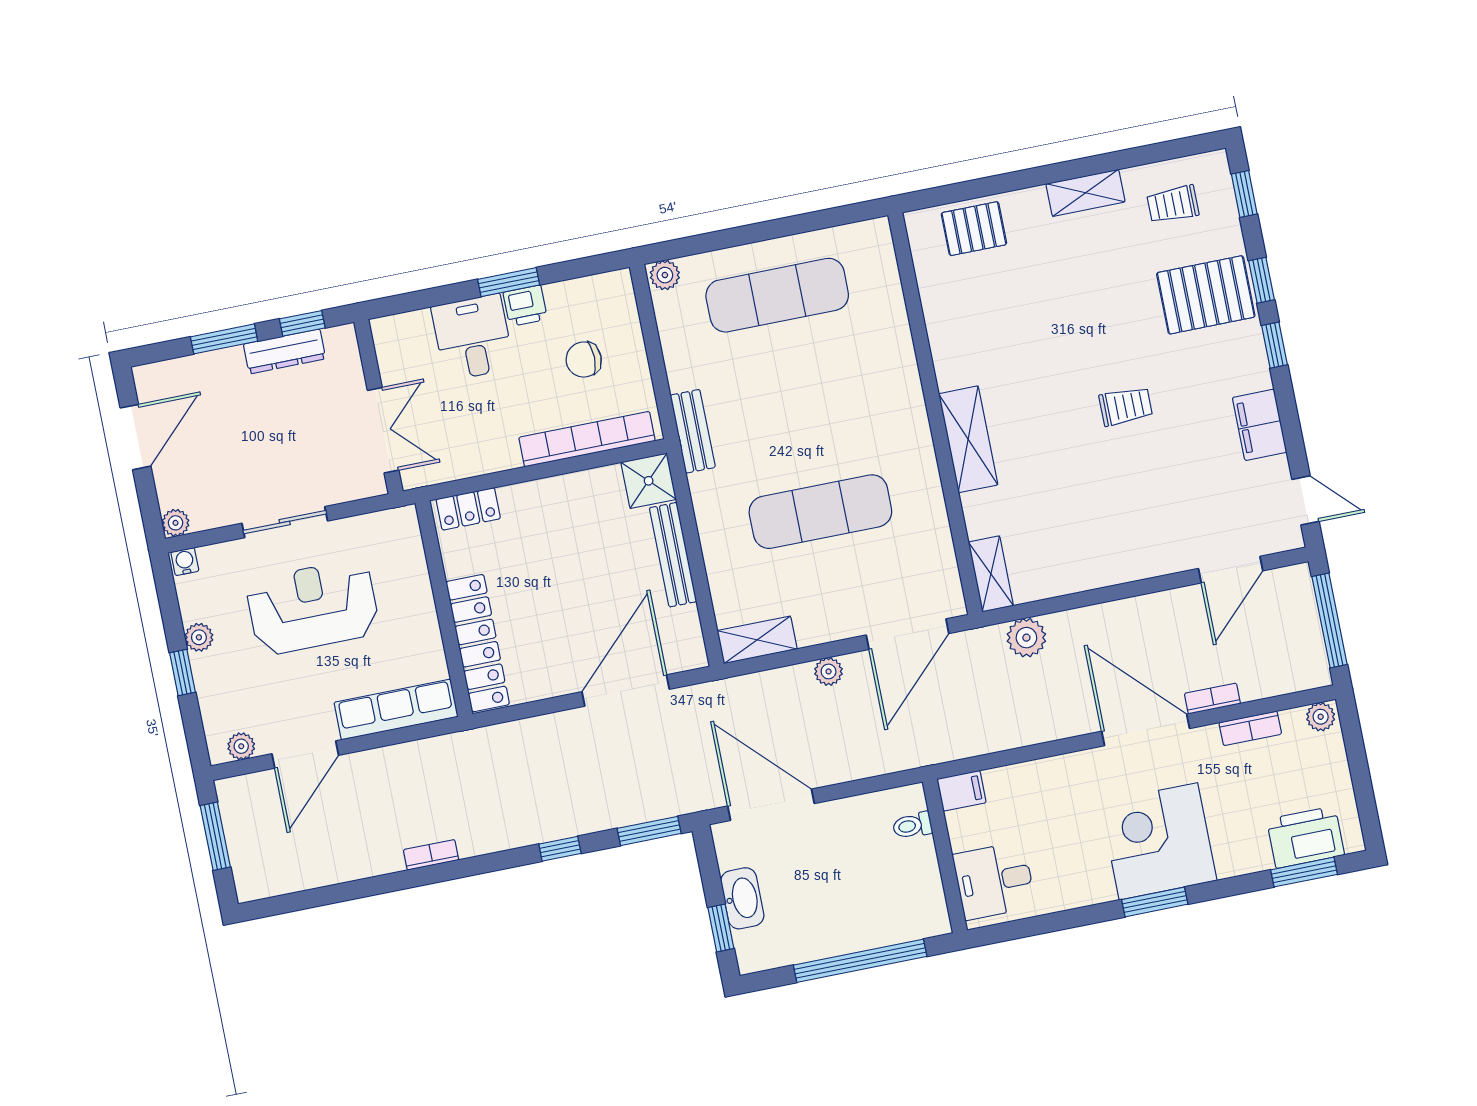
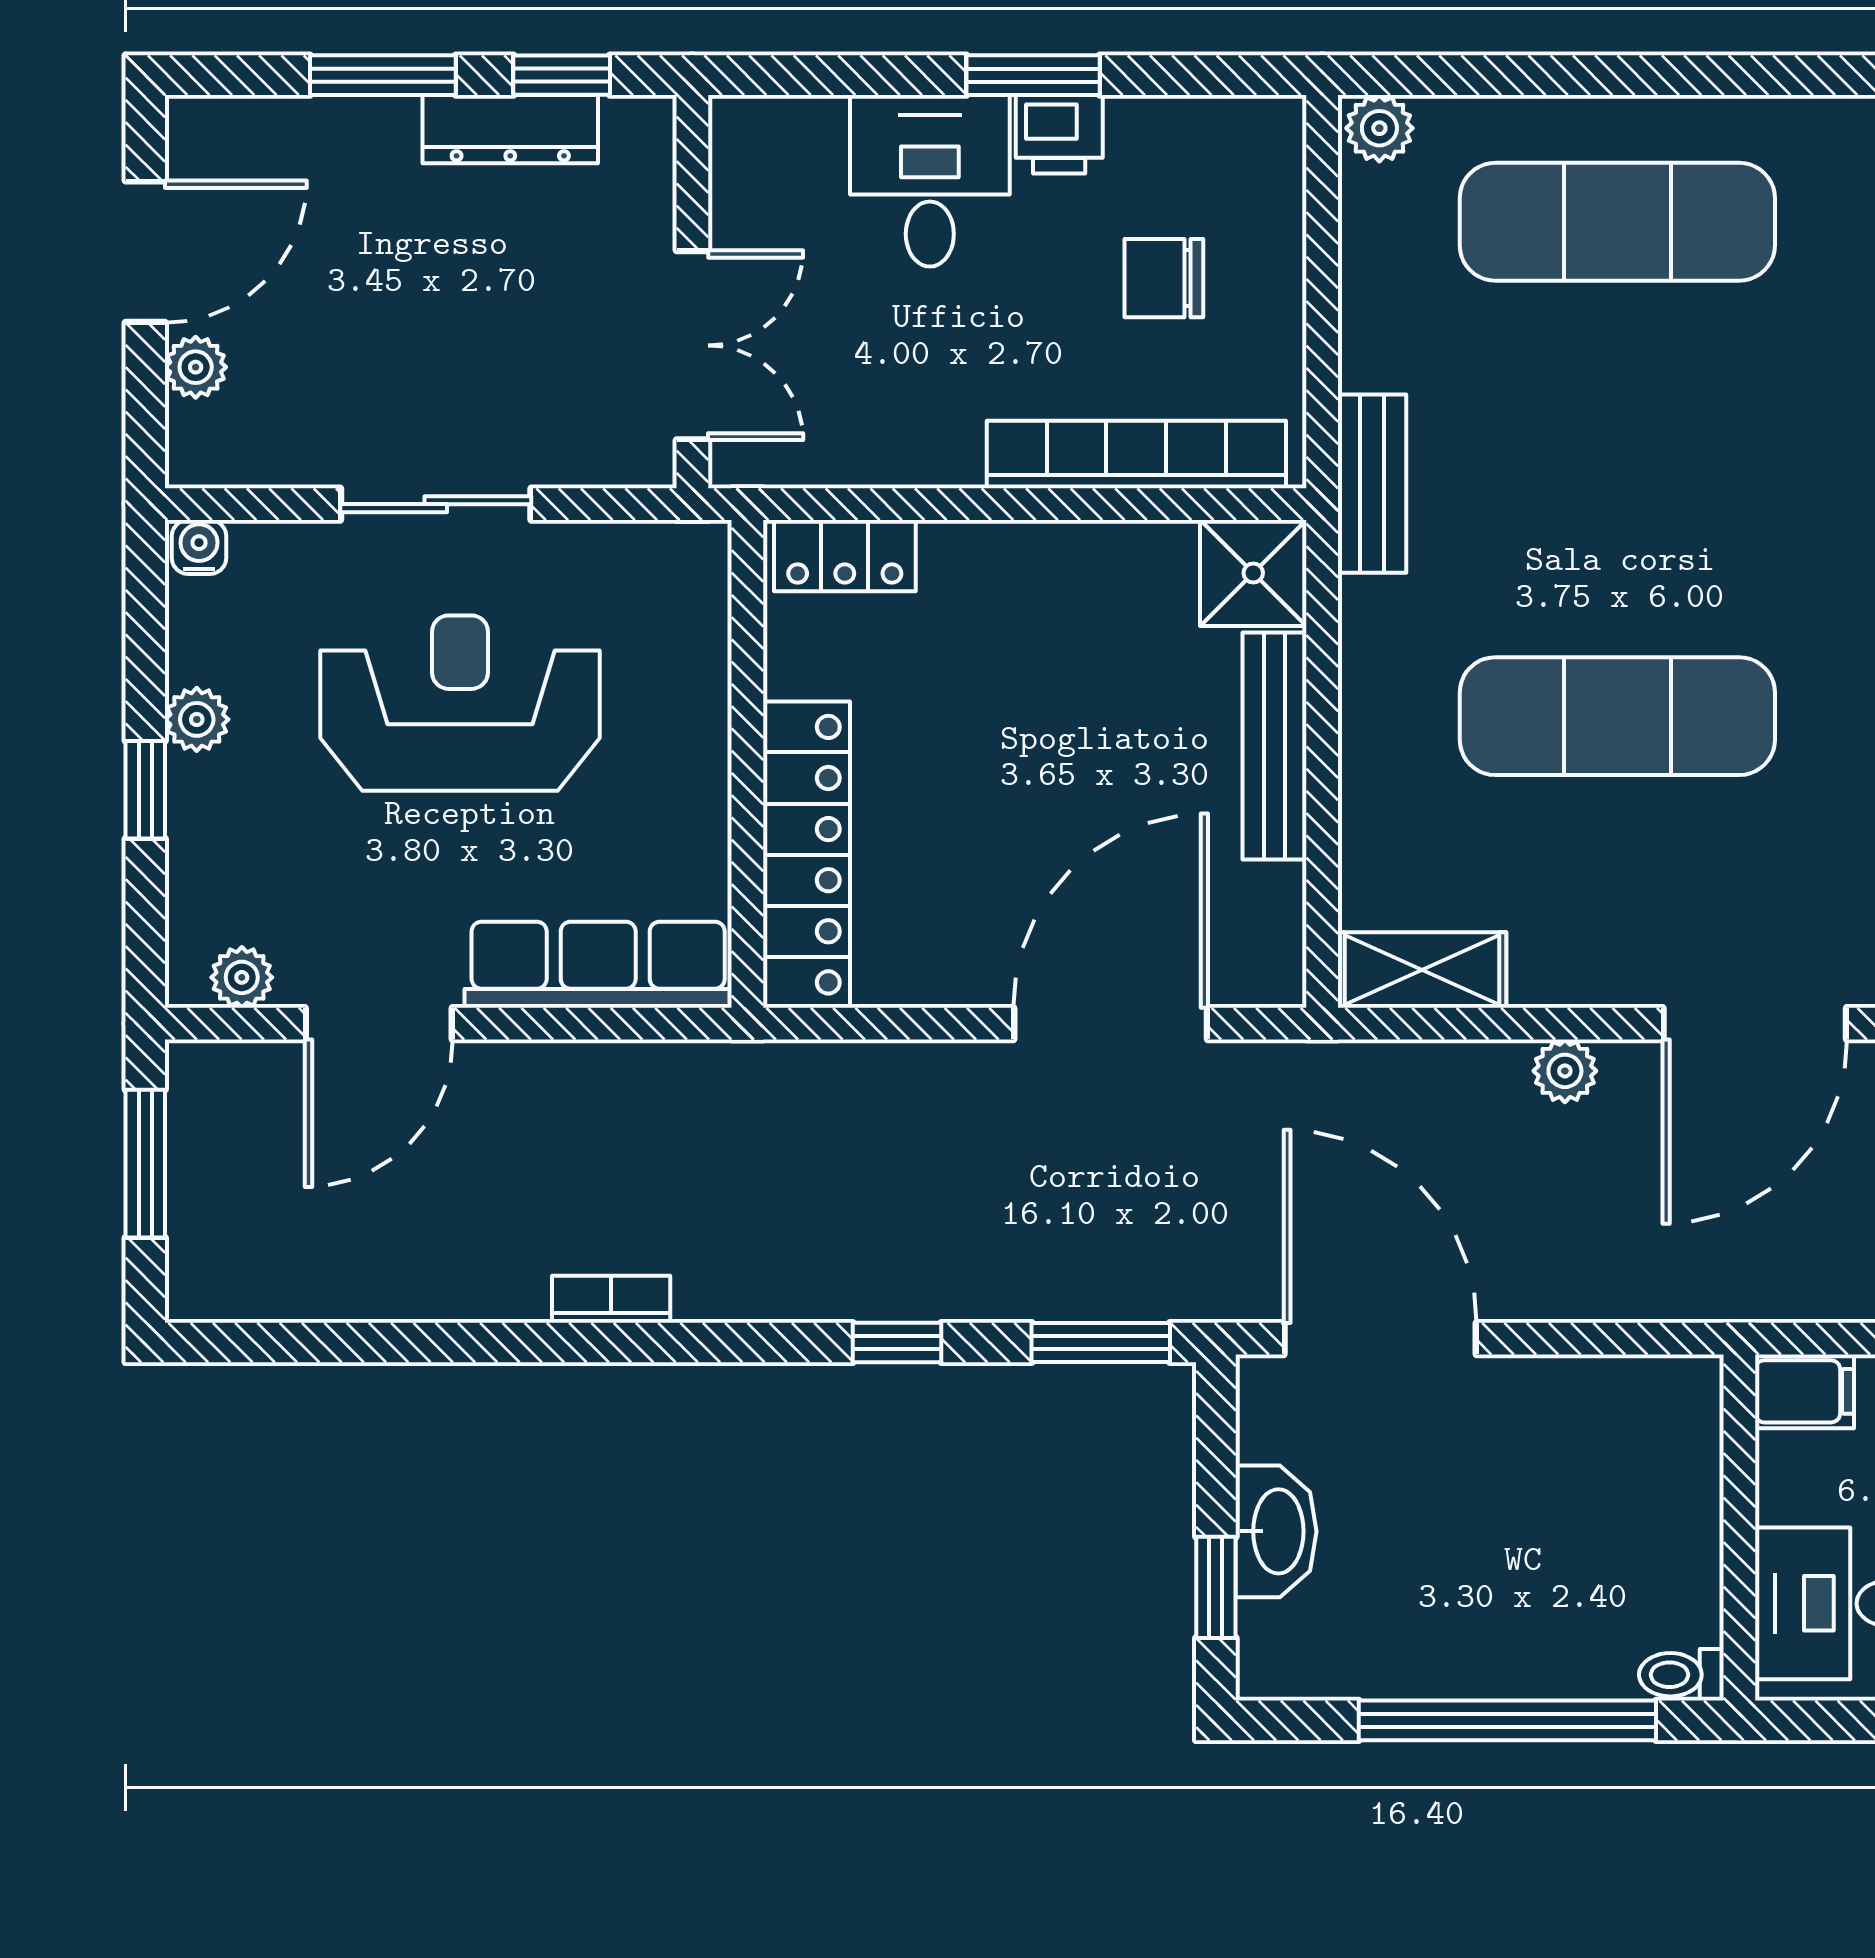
plant: (176, 523) -> (196, 367), moved
toilet: (912, 825) -> (1681, 1675), moved

